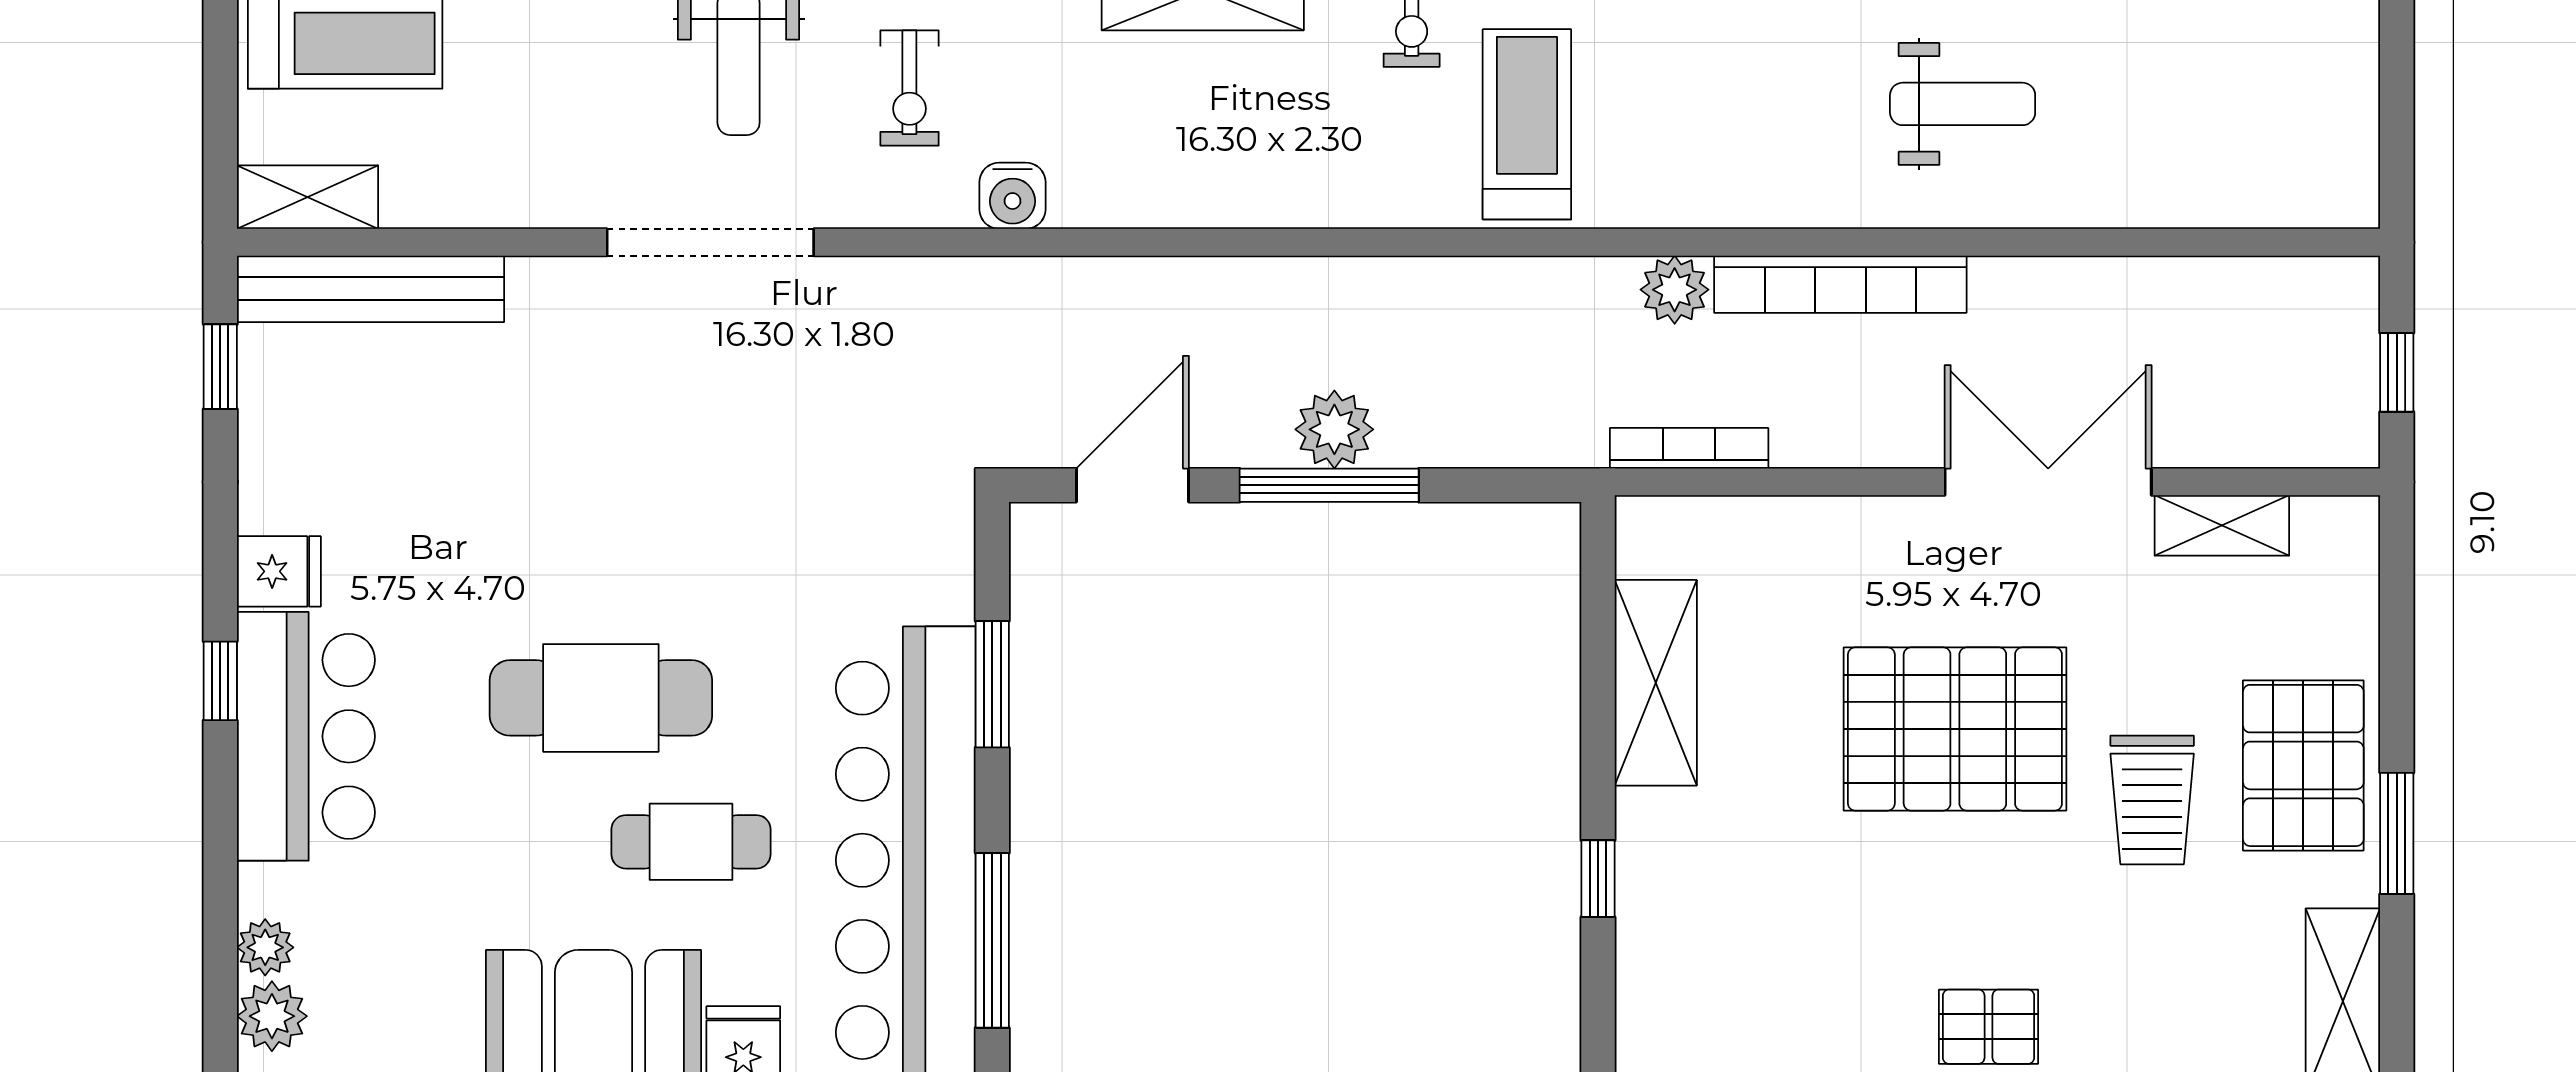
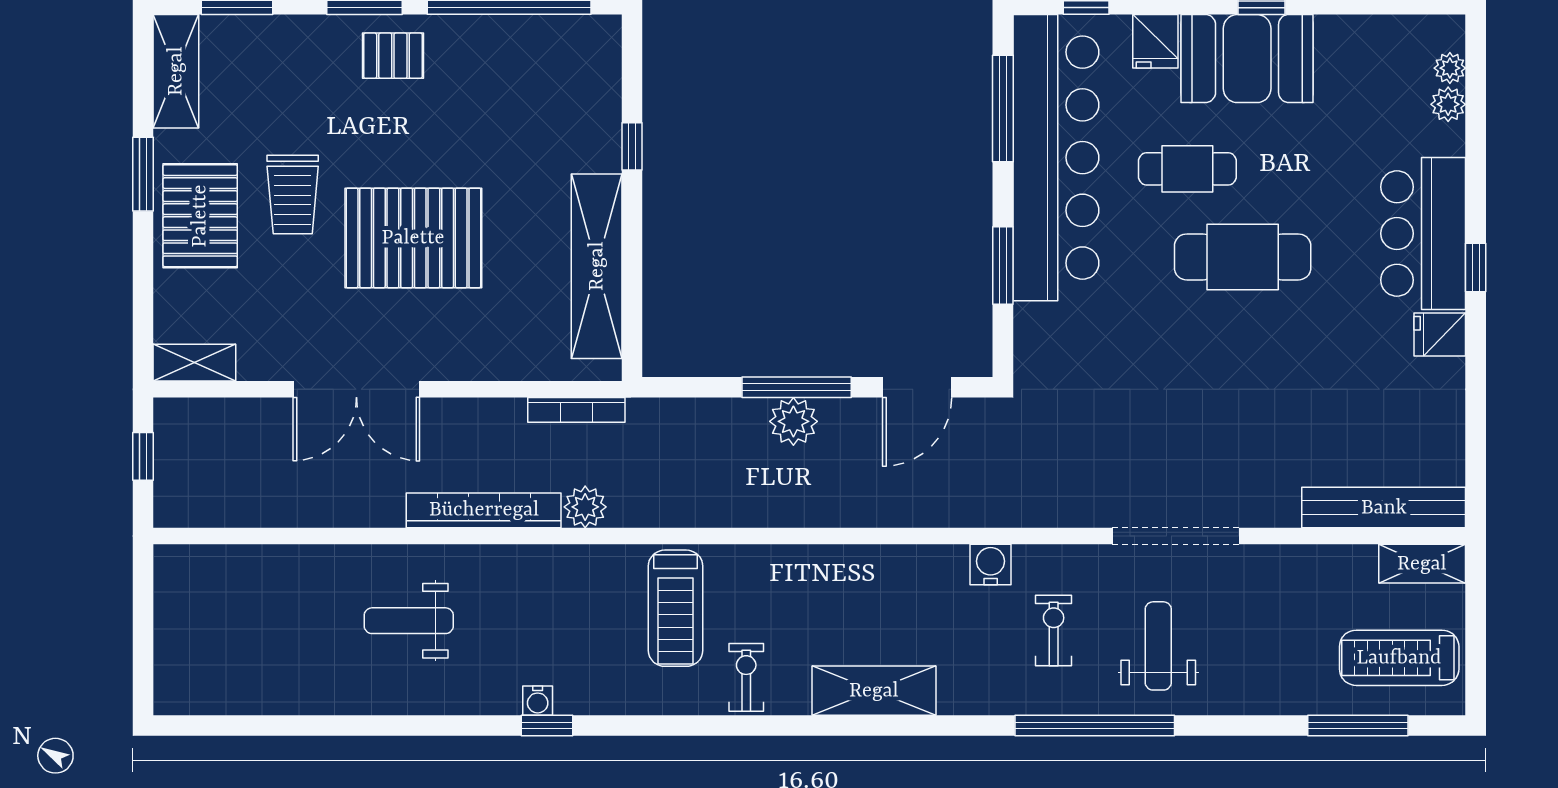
window: (220, 367) -> (1476, 460), removed
shelving: (2222, 525) -> (194, 363), moved
shelving: (1656, 683) -> (597, 266), width x1.47
trolley: (2152, 800) -> (293, 195), turned 180
plant: (272, 1016) -> (1450, 68), width x0.73, depth x0.73

